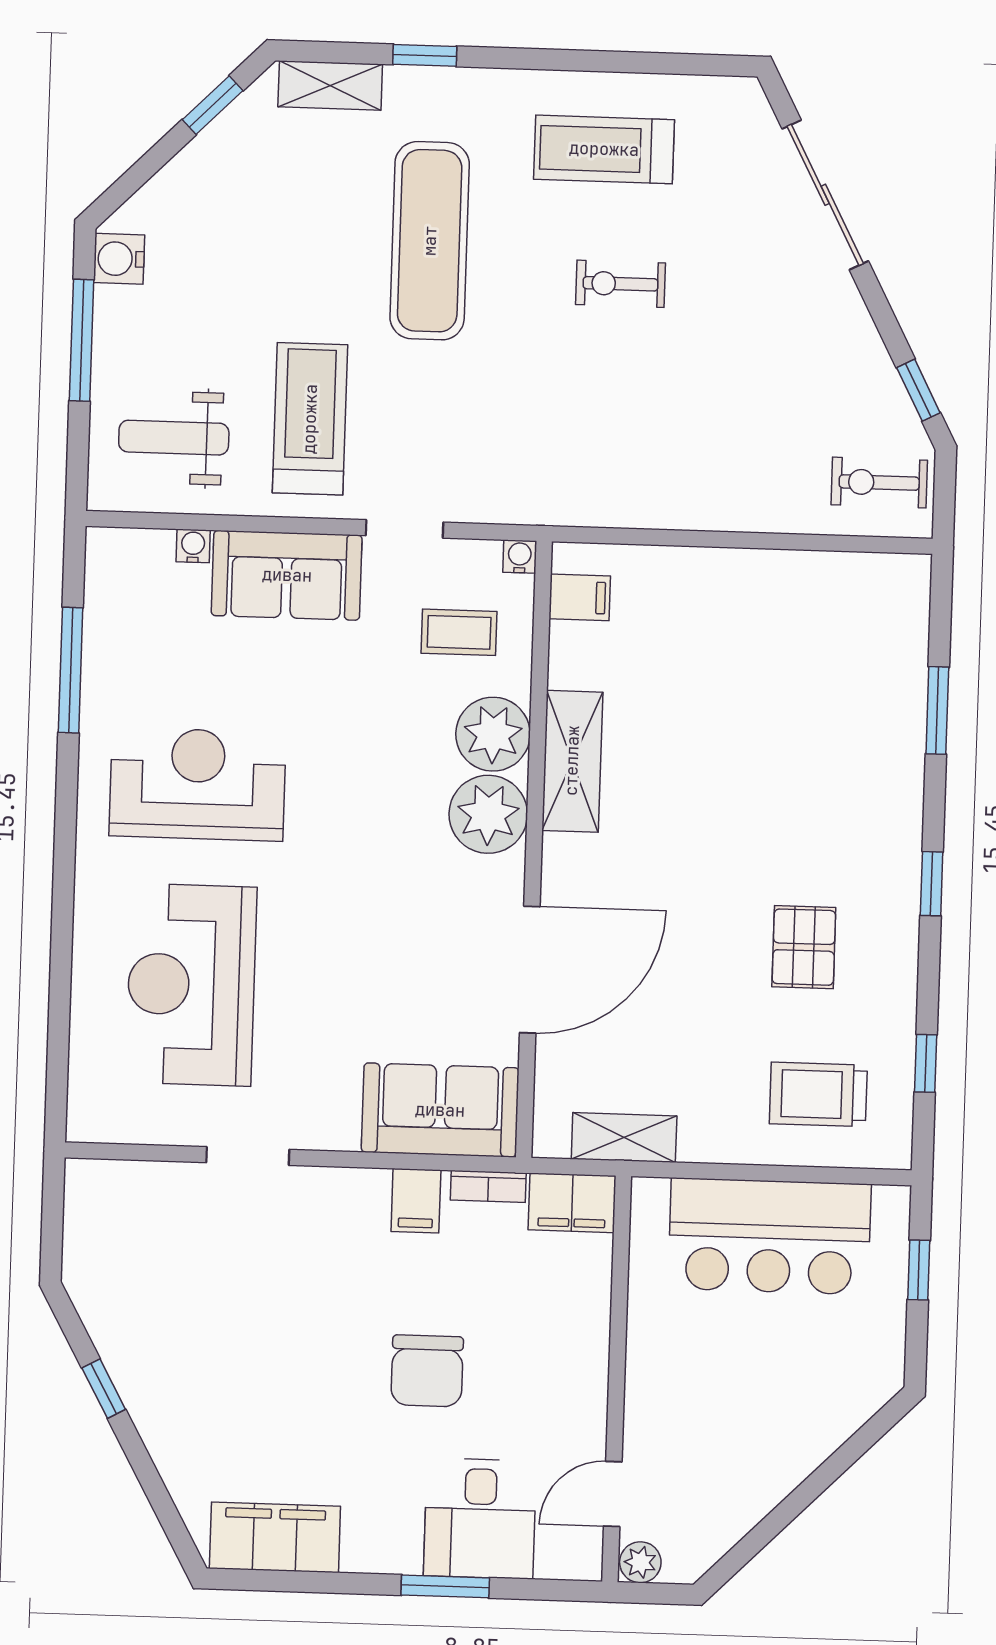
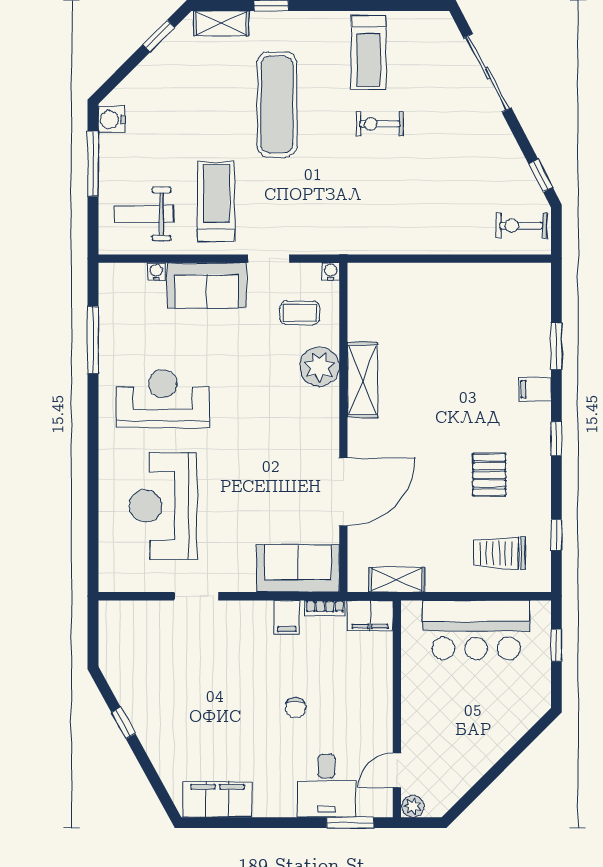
treadmill: (604, 149) -> (368, 53), turned -90
filing cabinet: (580, 597) -> (535, 389), moved, turned 180
plant: (488, 814) -> (318, 410), removed
chair: (427, 1371) -> (296, 708), width x0.54, depth x0.54
window: (445, 1586) -> (350, 823), moved

